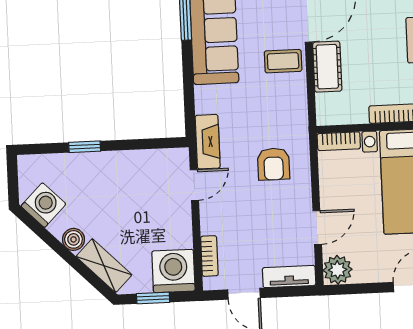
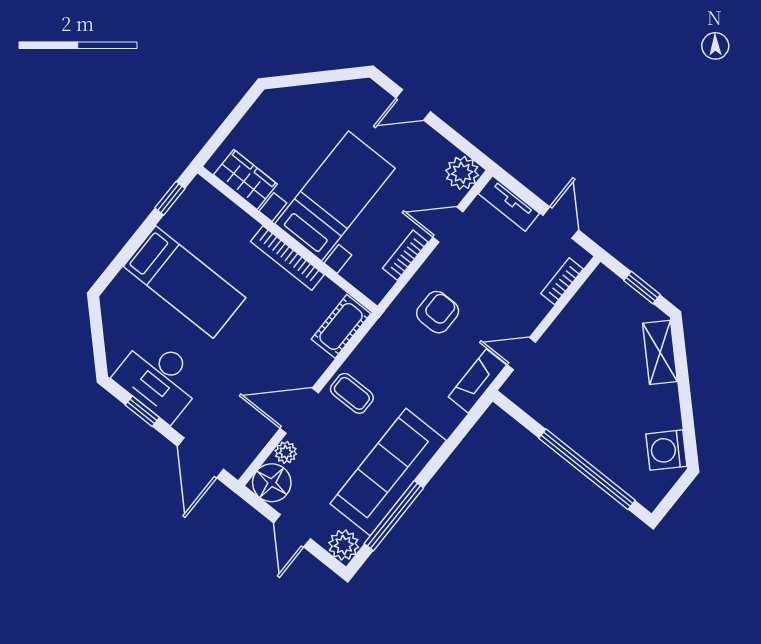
cot: (327, 67) -> (341, 326), moved
bookcase: (339, 141) -> (405, 255), moved, turned -90
window: (85, 147) -> (587, 469), width x3.17
boiler: (73, 239) -> (666, 398), removed
washing machine: (173, 271) -> (604, 295), removed

